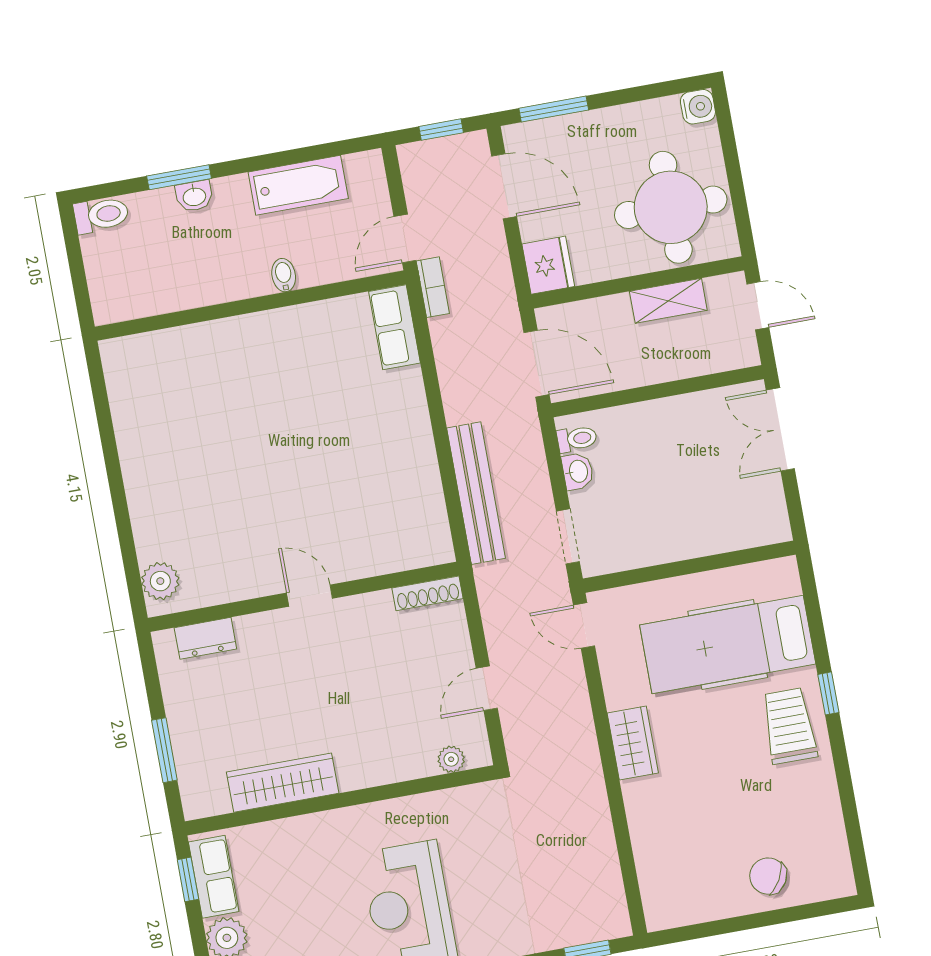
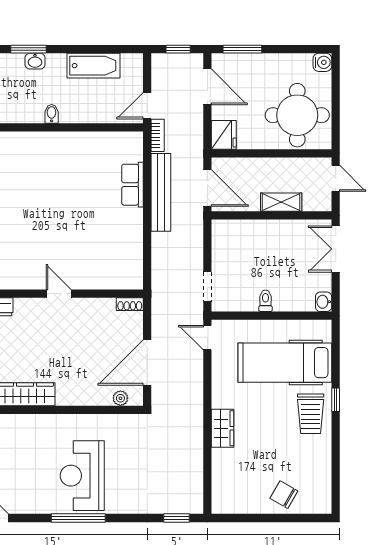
bidet: (284, 275) -> (52, 114), moved
shelving: (668, 301) -> (281, 202), moved
row of seats: (394, 327) -> (132, 185), moved
toilet: (577, 439) -> (265, 301), moved, turned -90
washbasin: (578, 471) -> (324, 302), moved, turned 180
bench: (476, 493) -> (161, 192), moved
shoe rack: (428, 593) -> (130, 304), width x0.70
door: (487, 688) -> (147, 363), width x1.88
trolley: (789, 726) -> (311, 414), turned 180
wardrobe: (633, 743) -> (222, 428), moved

